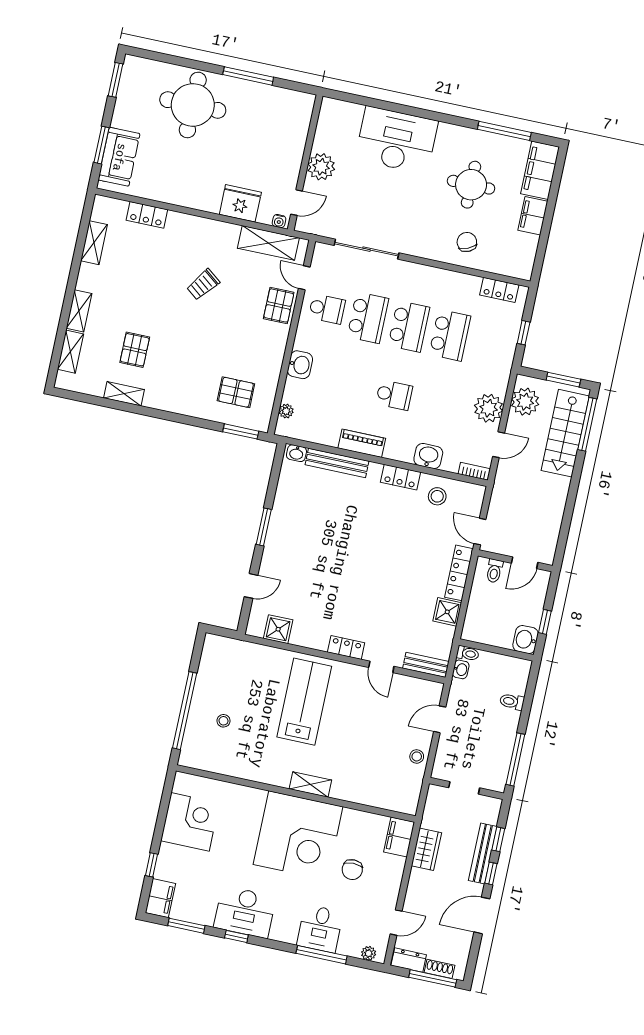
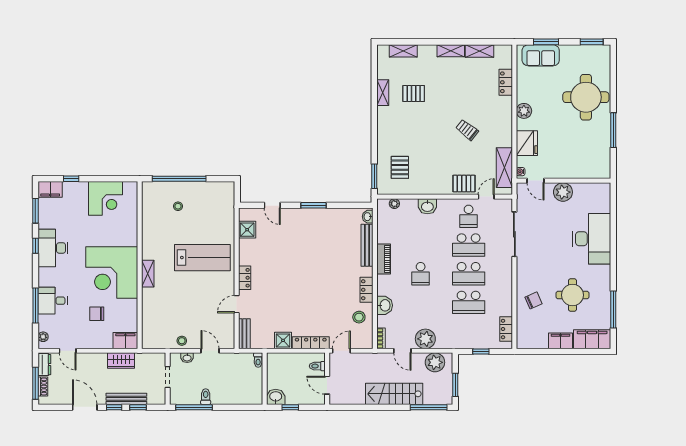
plant: (193, 198) -> (524, 111), added
shelving: (79, 311) -> (451, 51), moved
stairs: (565, 433) -> (394, 394), moved
washbasin: (461, 669) -> (187, 358), moved
toilet: (512, 702) -> (206, 397), moved

